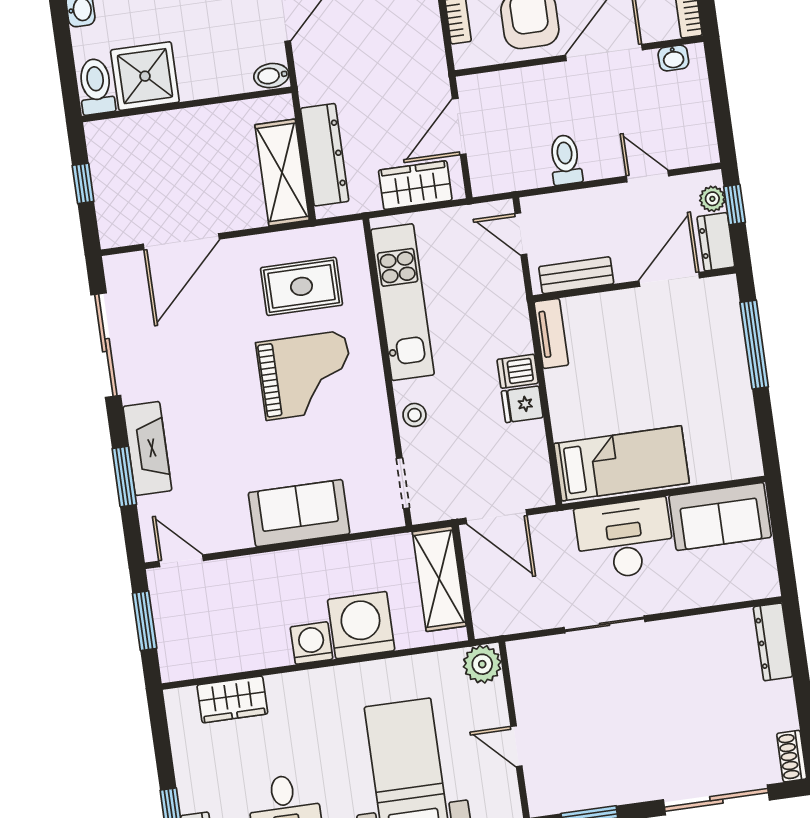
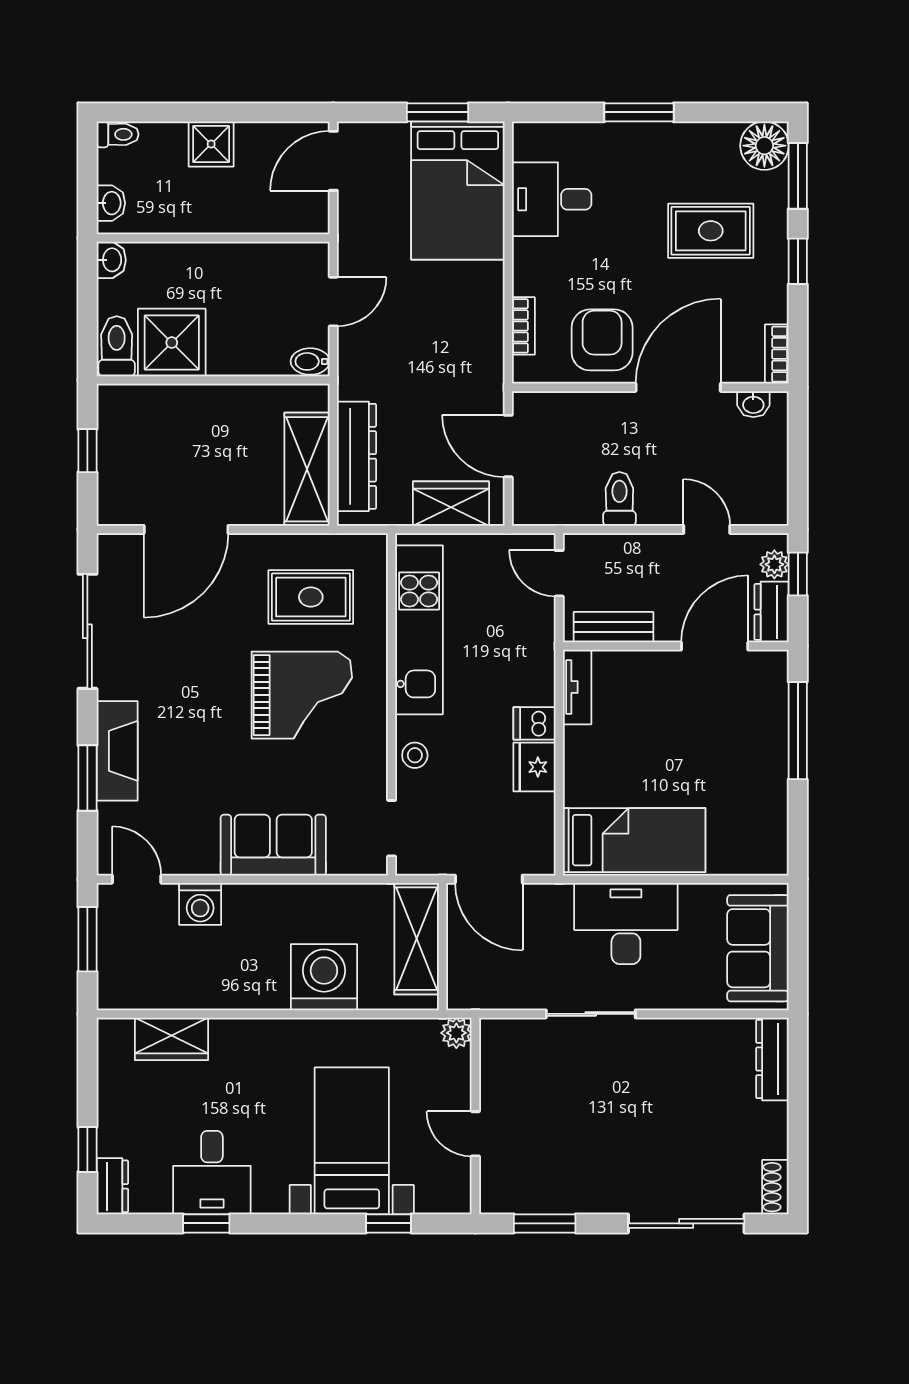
door: (459, 126) -> (508, 446), hinge flipped
fridge: (522, 404) -> (534, 767), width x1.38
sofa: (720, 516) -> (758, 948), moved, turned 90
washing machine: (312, 643) -> (200, 904), moved, turned 180
plant: (482, 664) -> (456, 1033), width x0.73, depth x0.73

